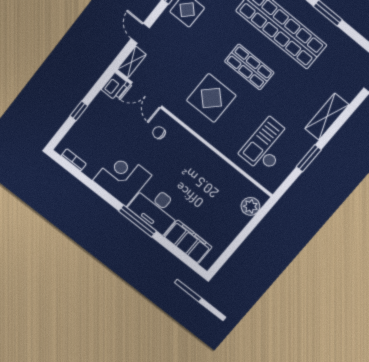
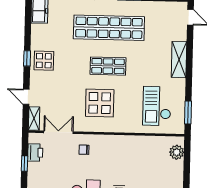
printer: (115, 87) -> (35, 153), moved
double door: (146, 95) -> (58, 132), swing flipped
window: (79, 111) -> (24, 164), moved
window: (309, 158) -> (188, 112), moved

